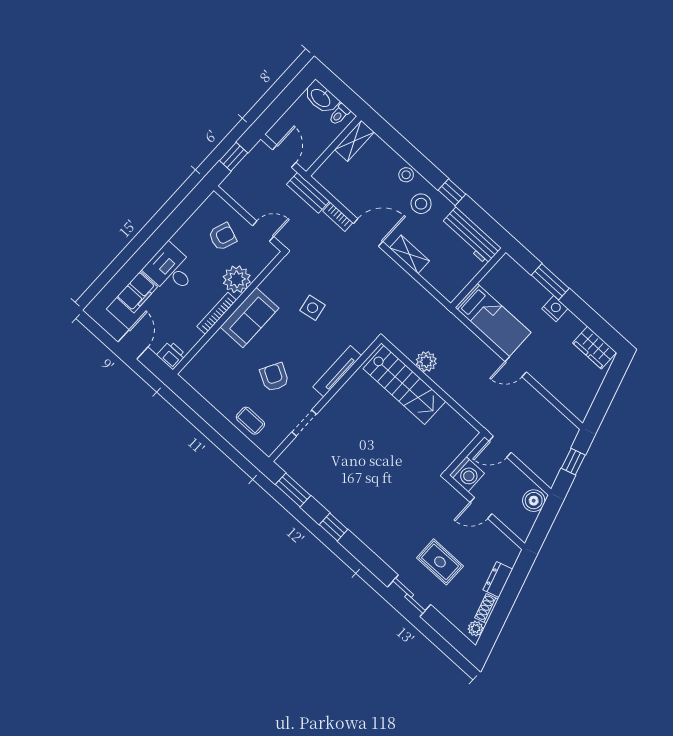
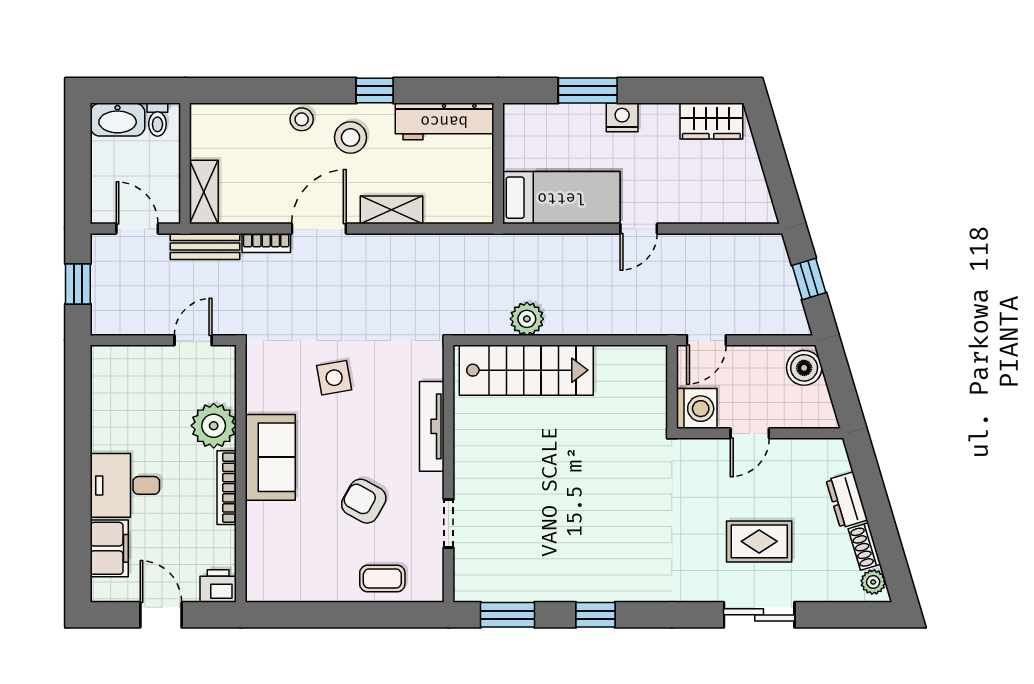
shelving: (354, 141) -> (204, 192), moved
armchair: (223, 237) -> (151, 391), removed

